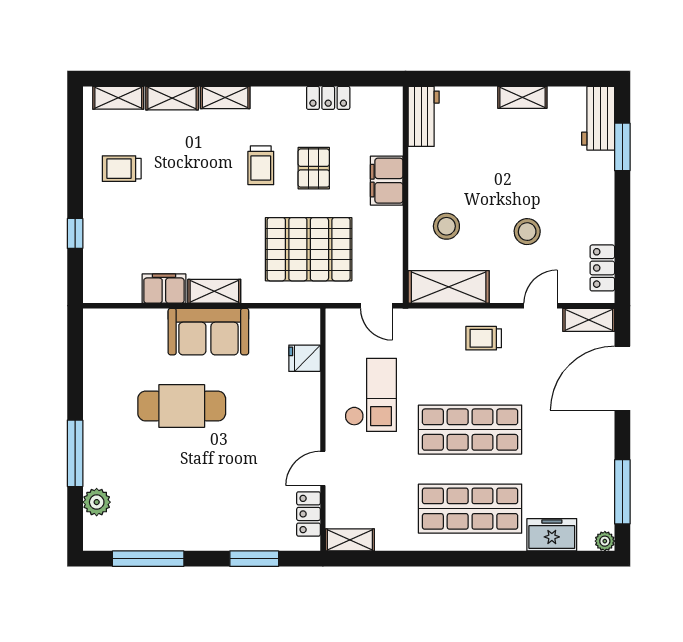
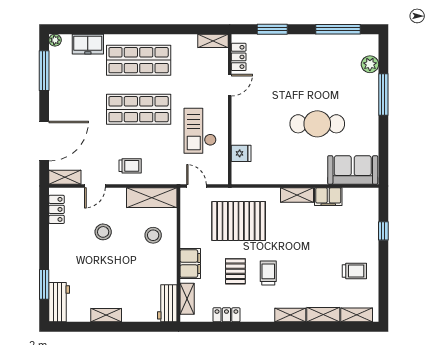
shelving: (392, 124) -> (187, 299), added
sofa: (208, 332) -> (353, 170), moved

